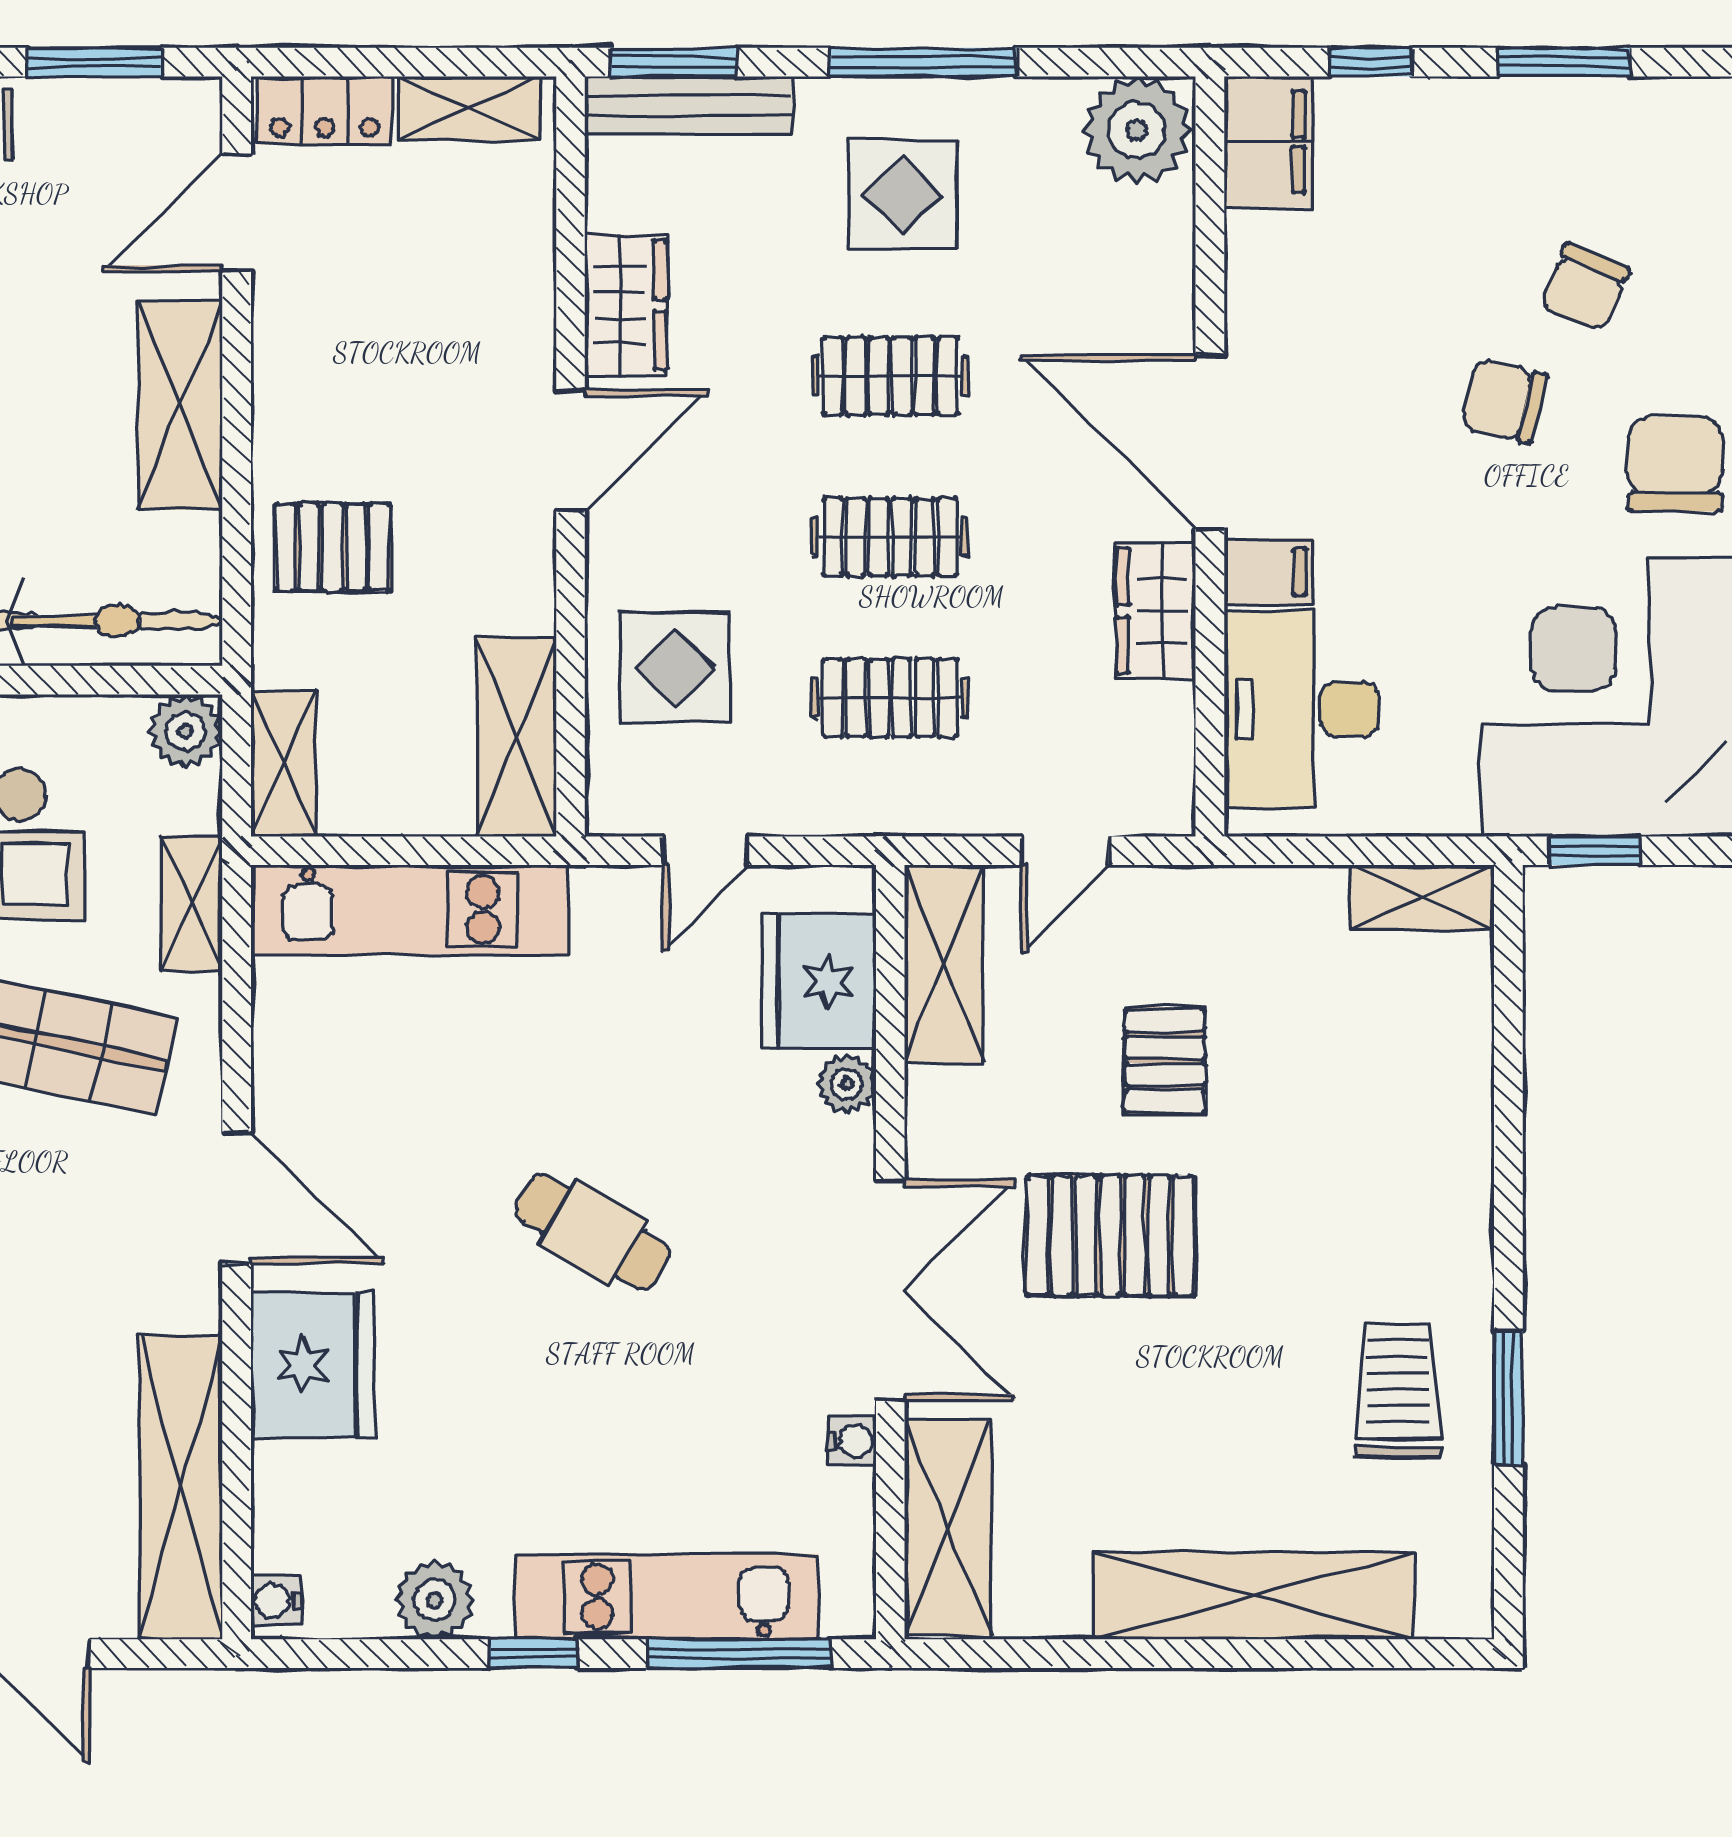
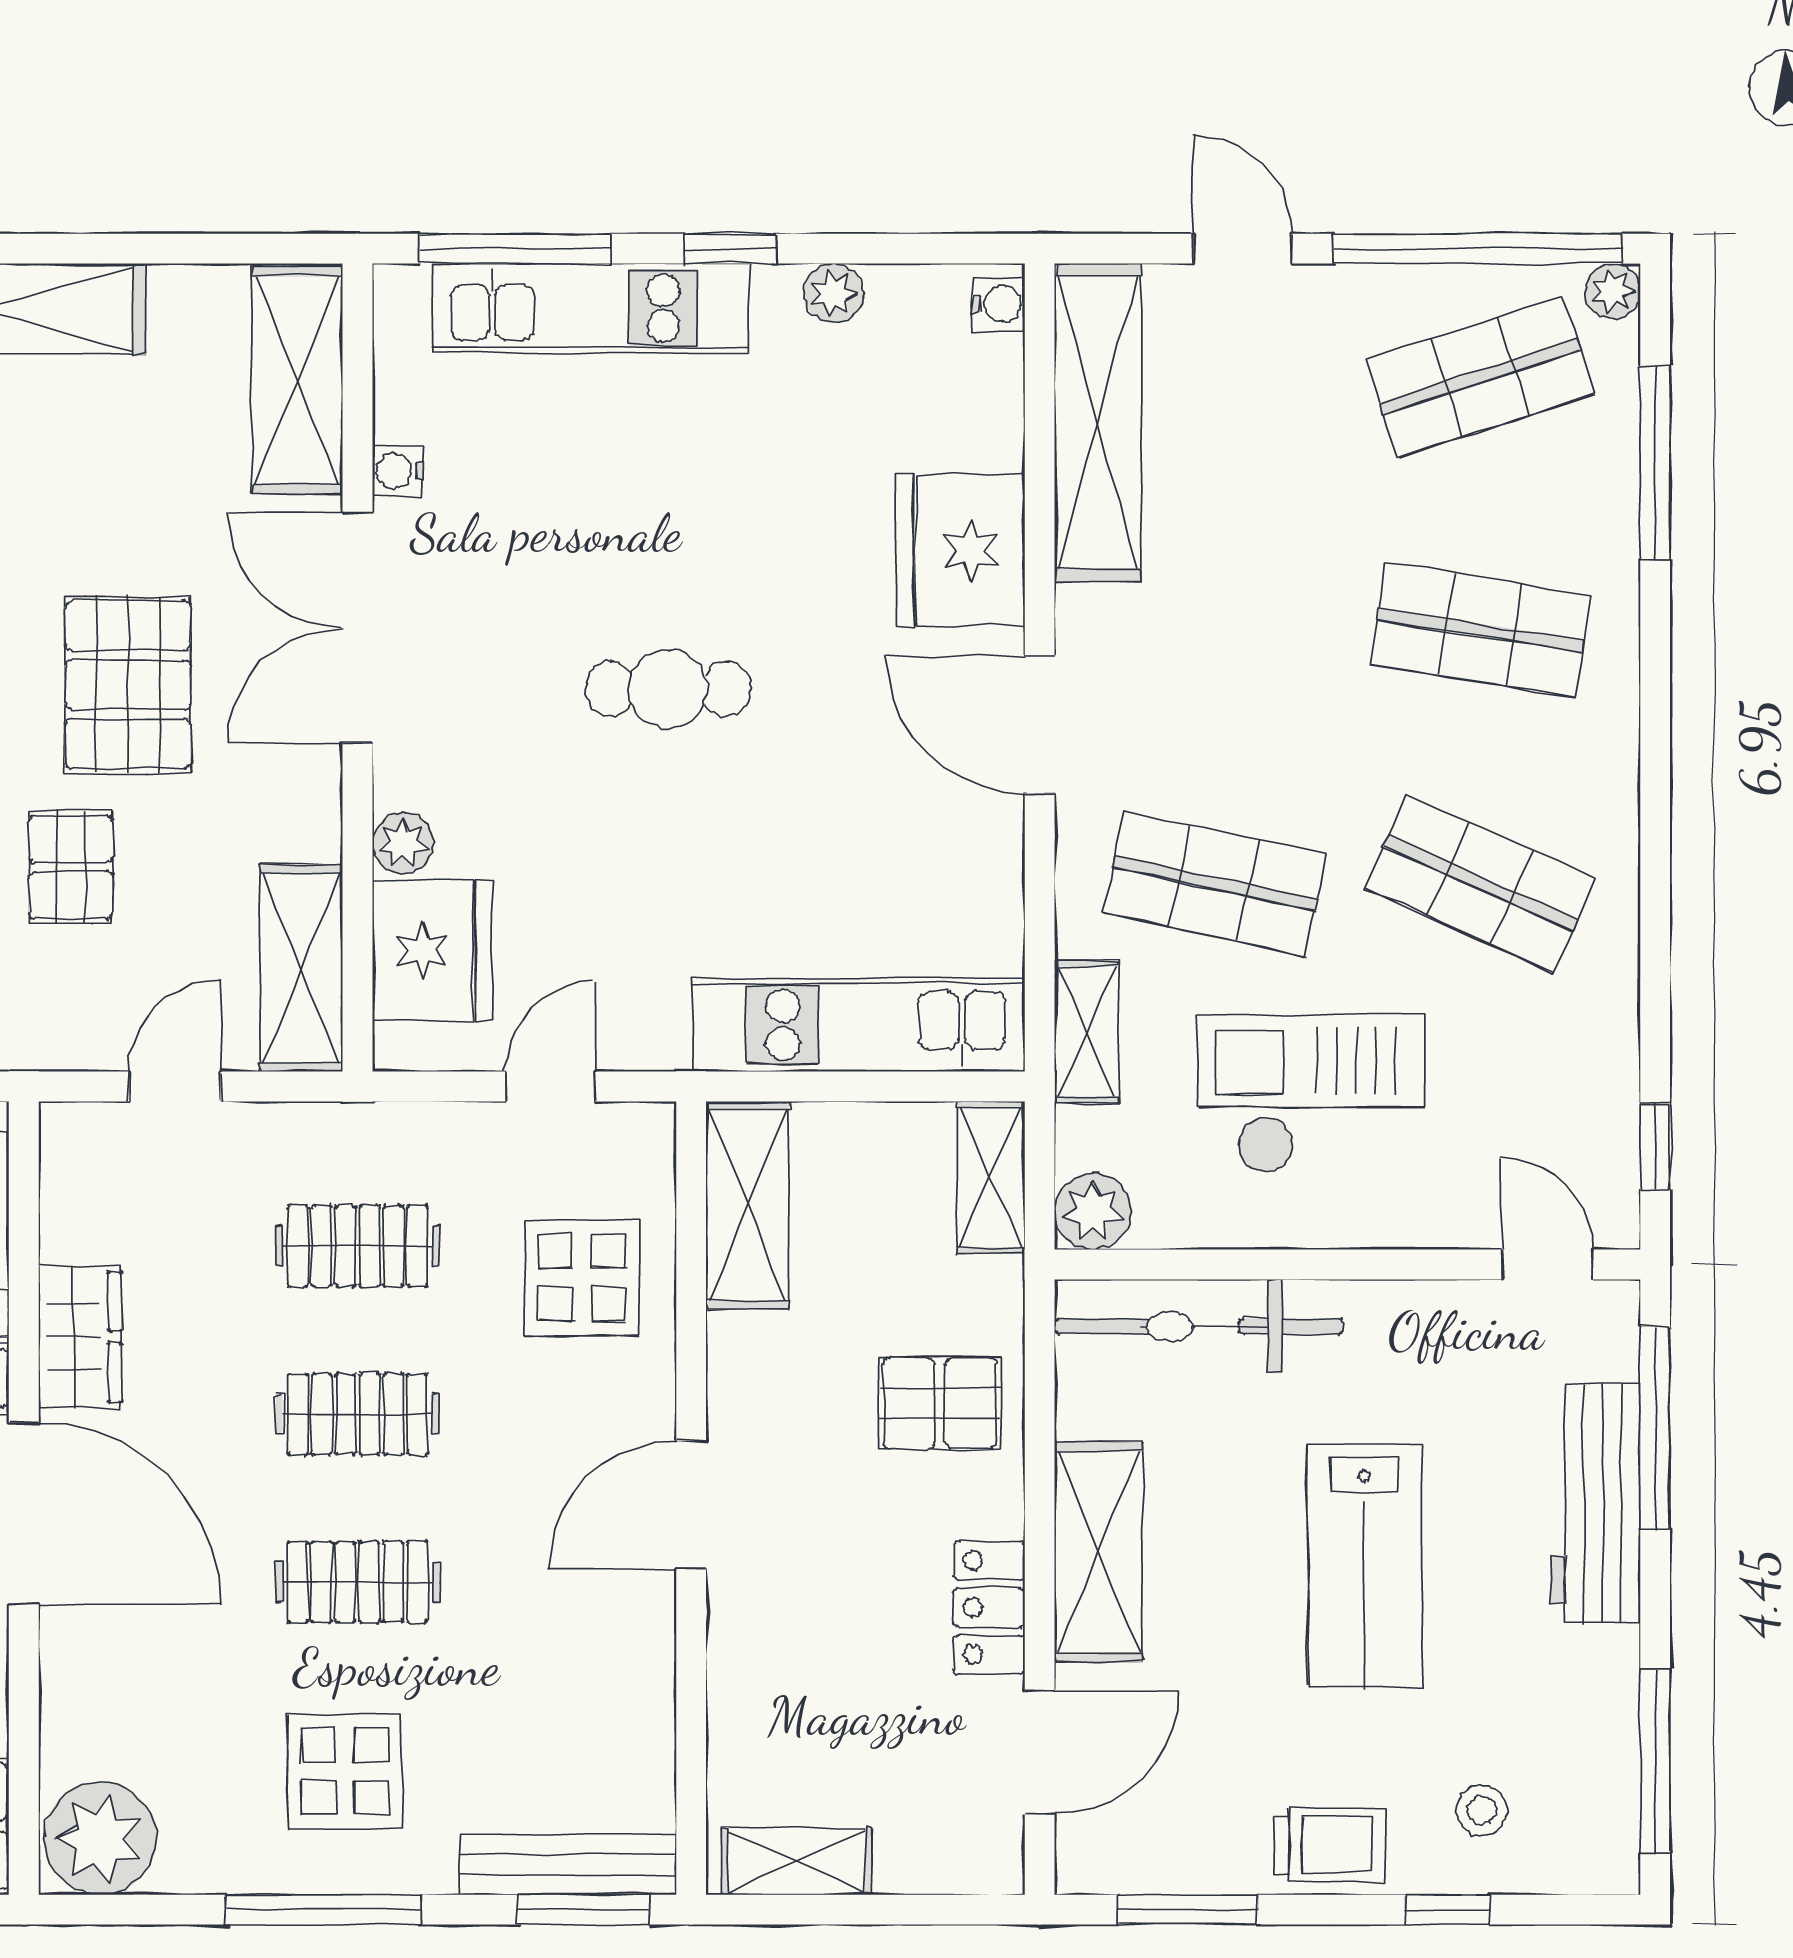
locker: (325, 110) -> (989, 1608), moved, turned -90
wardrobe: (626, 305) -> (633, 1656), removed
cafe table: (593, 1232) -> (668, 689), turned -30
pallet: (1110, 1236) -> (128, 685), turned 90
plant: (434, 1600) -> (833, 293), width x0.73, depth x0.73

